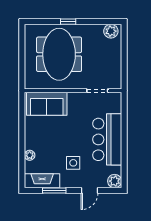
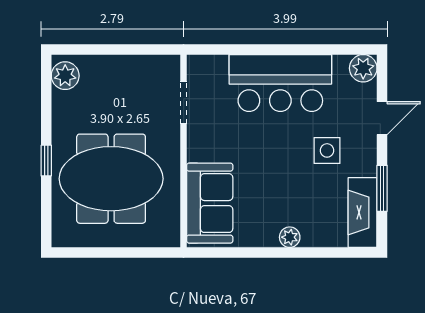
plant: (30, 155) -> (290, 237), moved
door: (90, 191) -> (382, 118), hinge flipped

